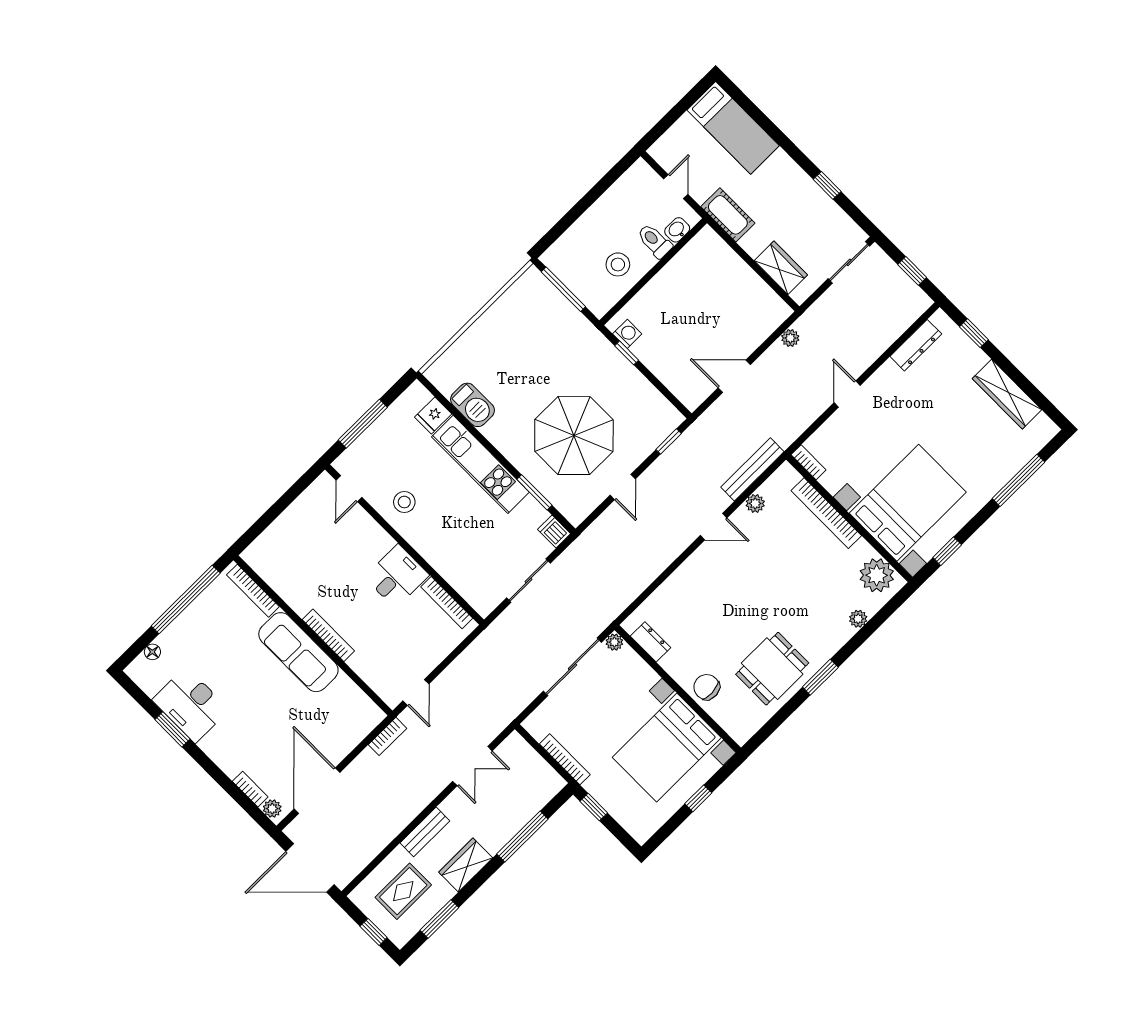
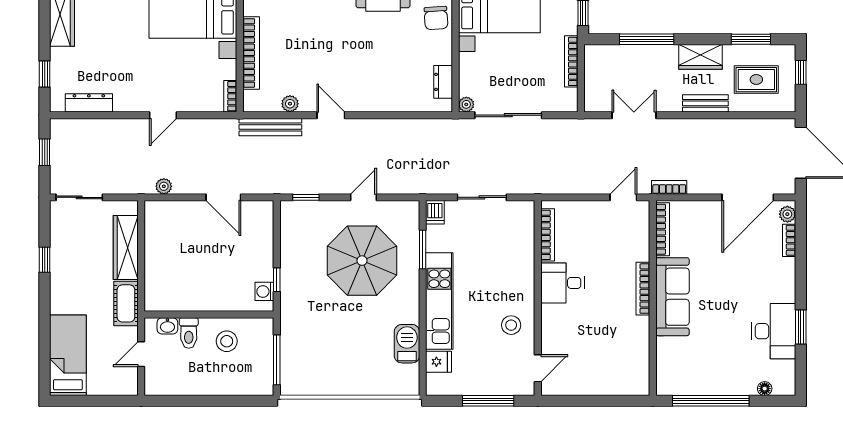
wardrobe: (781, 268) -> (126, 247), width x1.50
bookcase: (253, 591) -> (663, 229), moved

